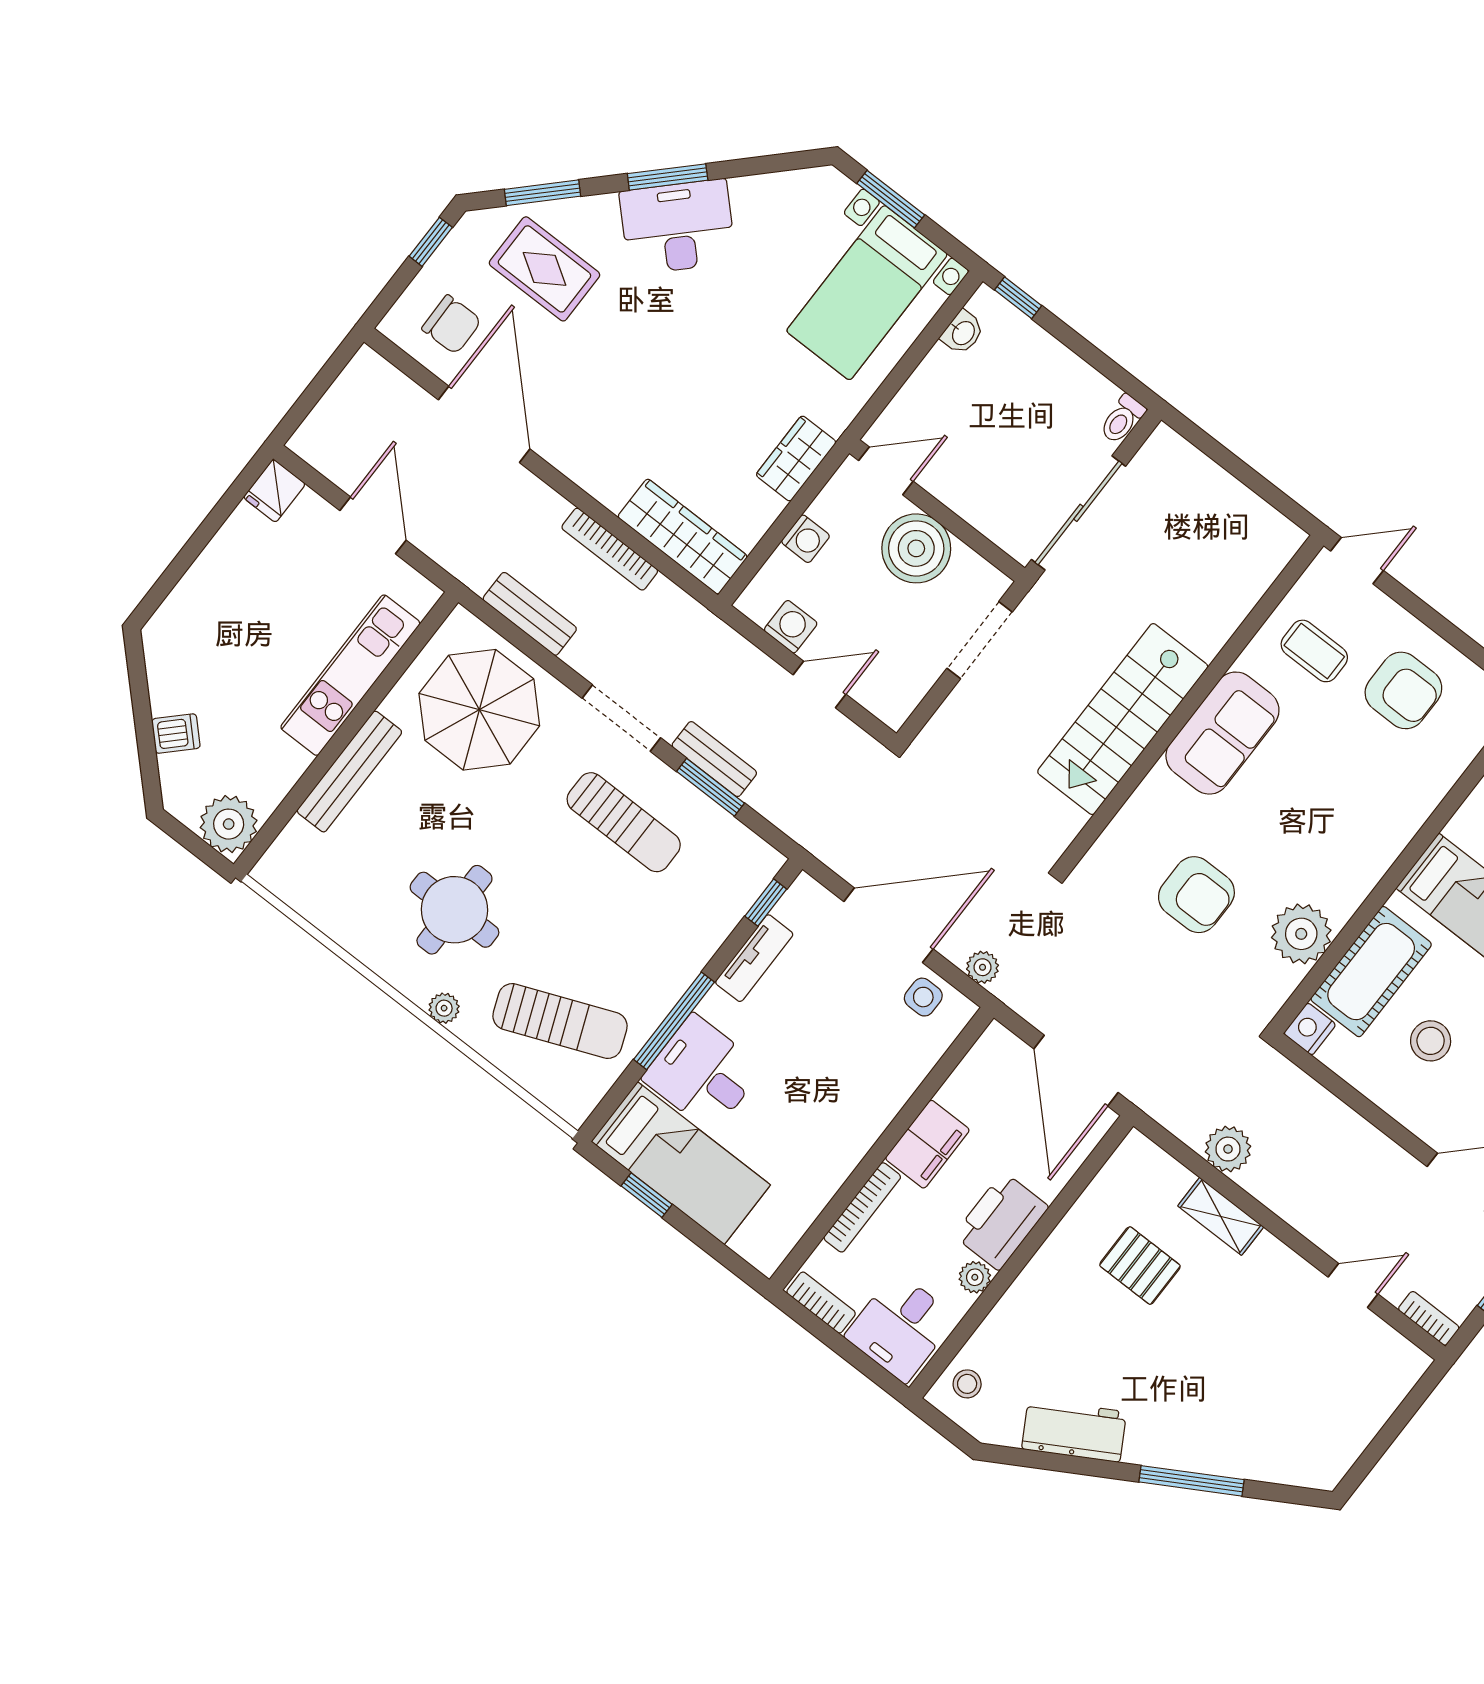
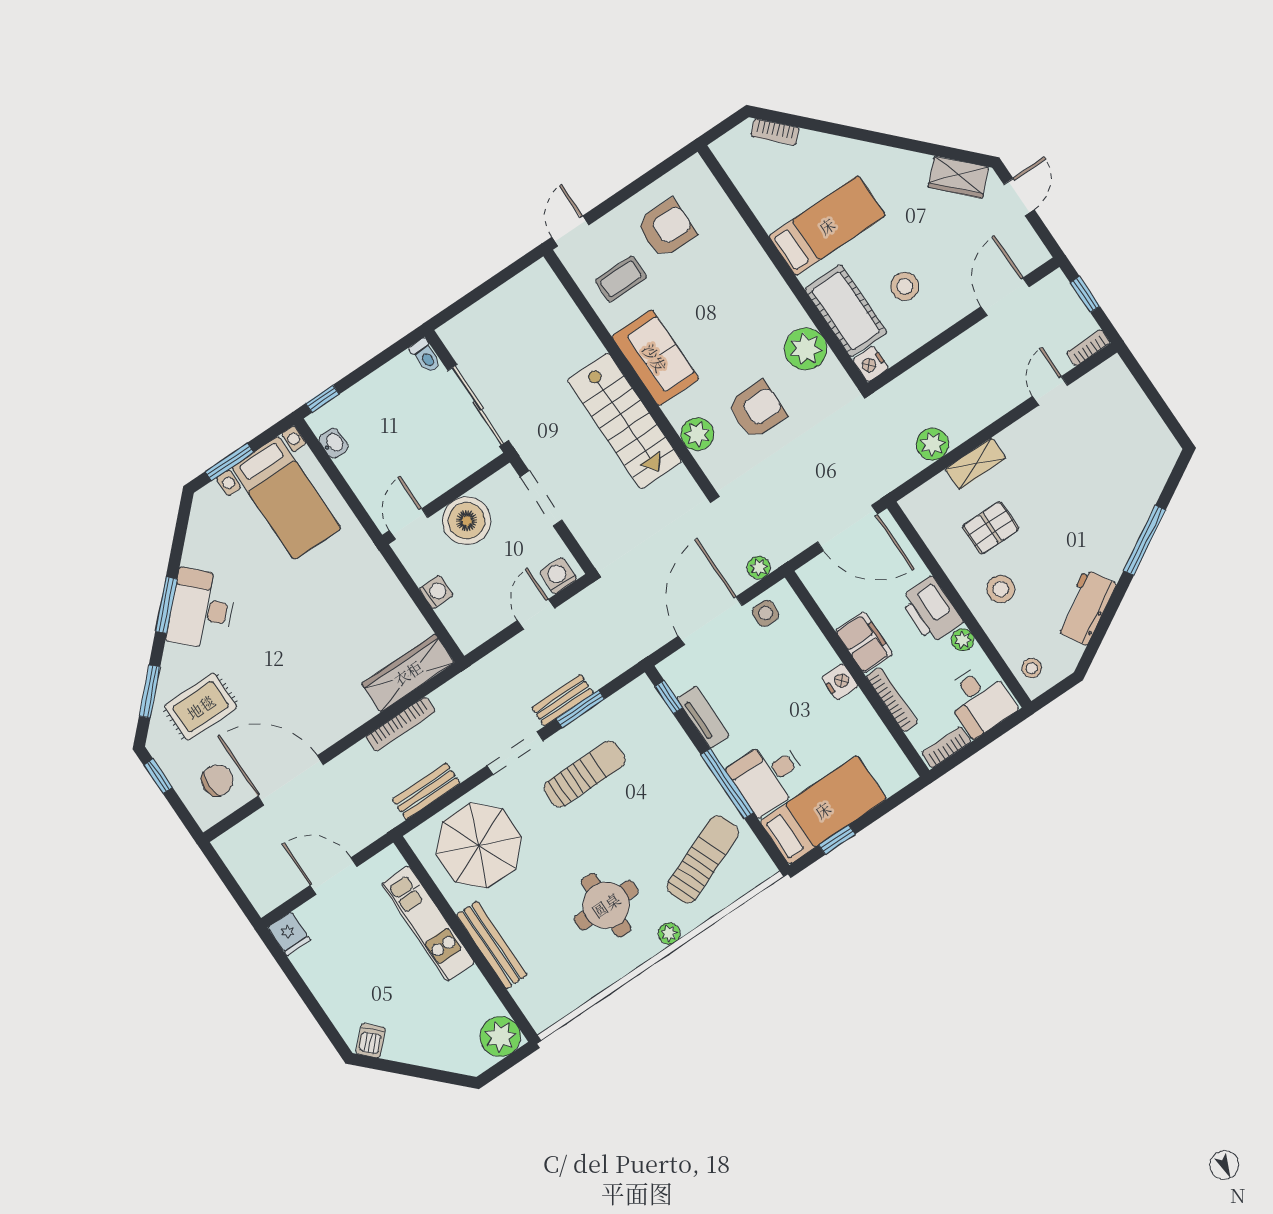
wardrobe: (796, 459) -> (381, 581), removed
washing machine: (791, 627) -> (558, 576), moved
dishwasher: (176, 734) -> (371, 1041), moved
plant: (1137, 824) -> (697, 434), added
nightstand: (863, 1129) -> (840, 682), added
stool: (1061, 1306) -> (1001, 589), added

